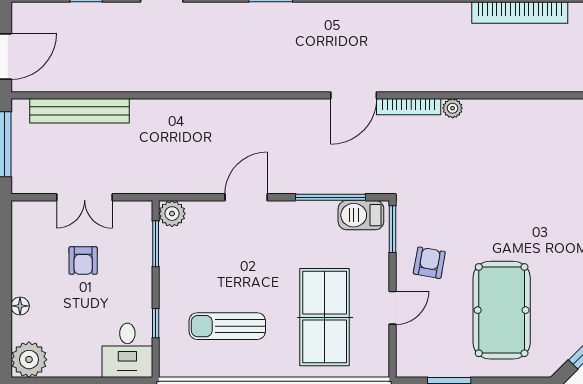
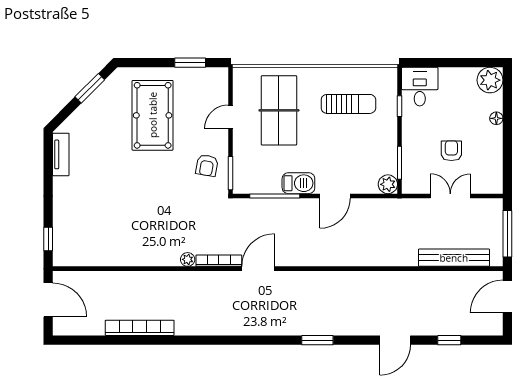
barbecue: (361, 215) -> (298, 183), moved
armchair: (429, 263) -> (207, 165), moved

